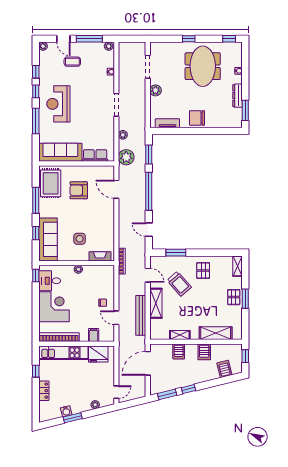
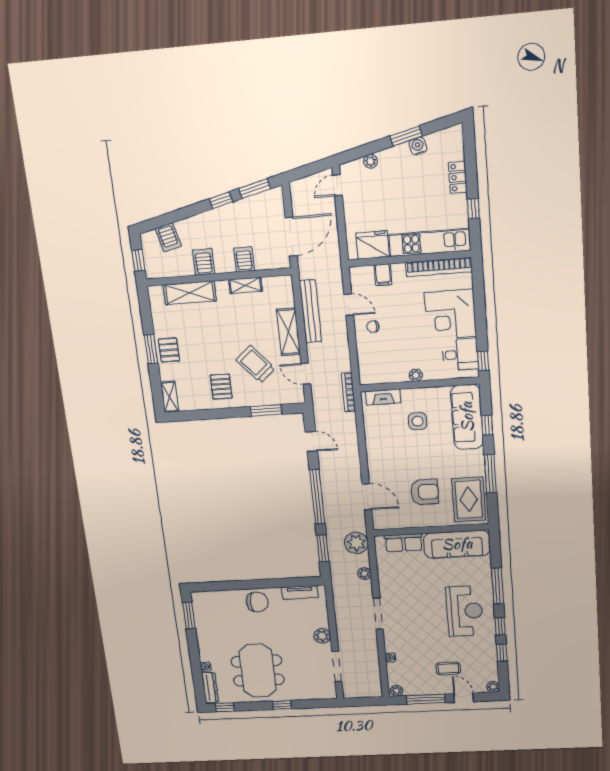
dresser: (238, 96) -> (210, 688), moved

